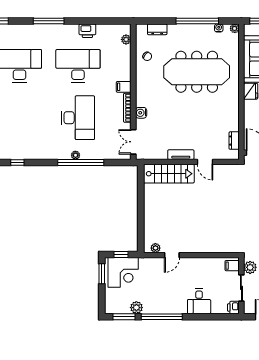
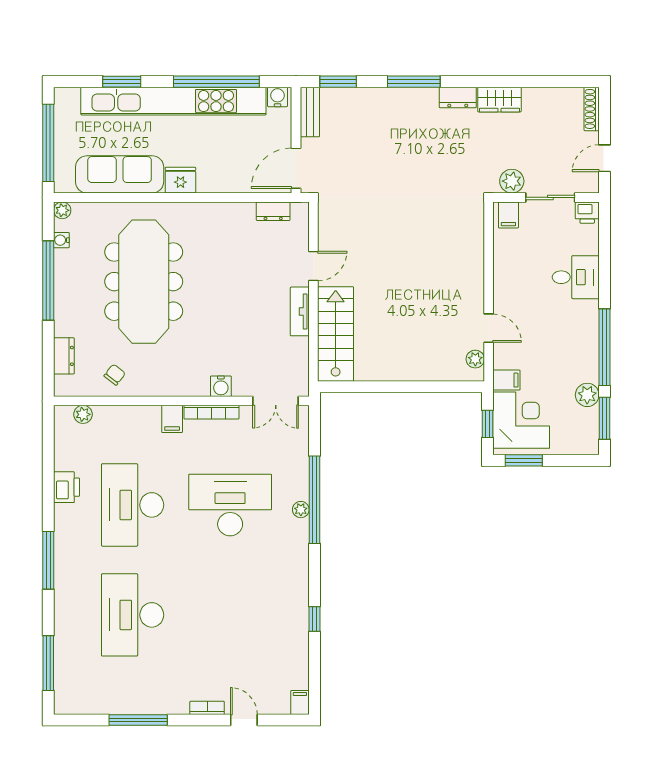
filing cabinet: (144, 265) -> (506, 380), added

